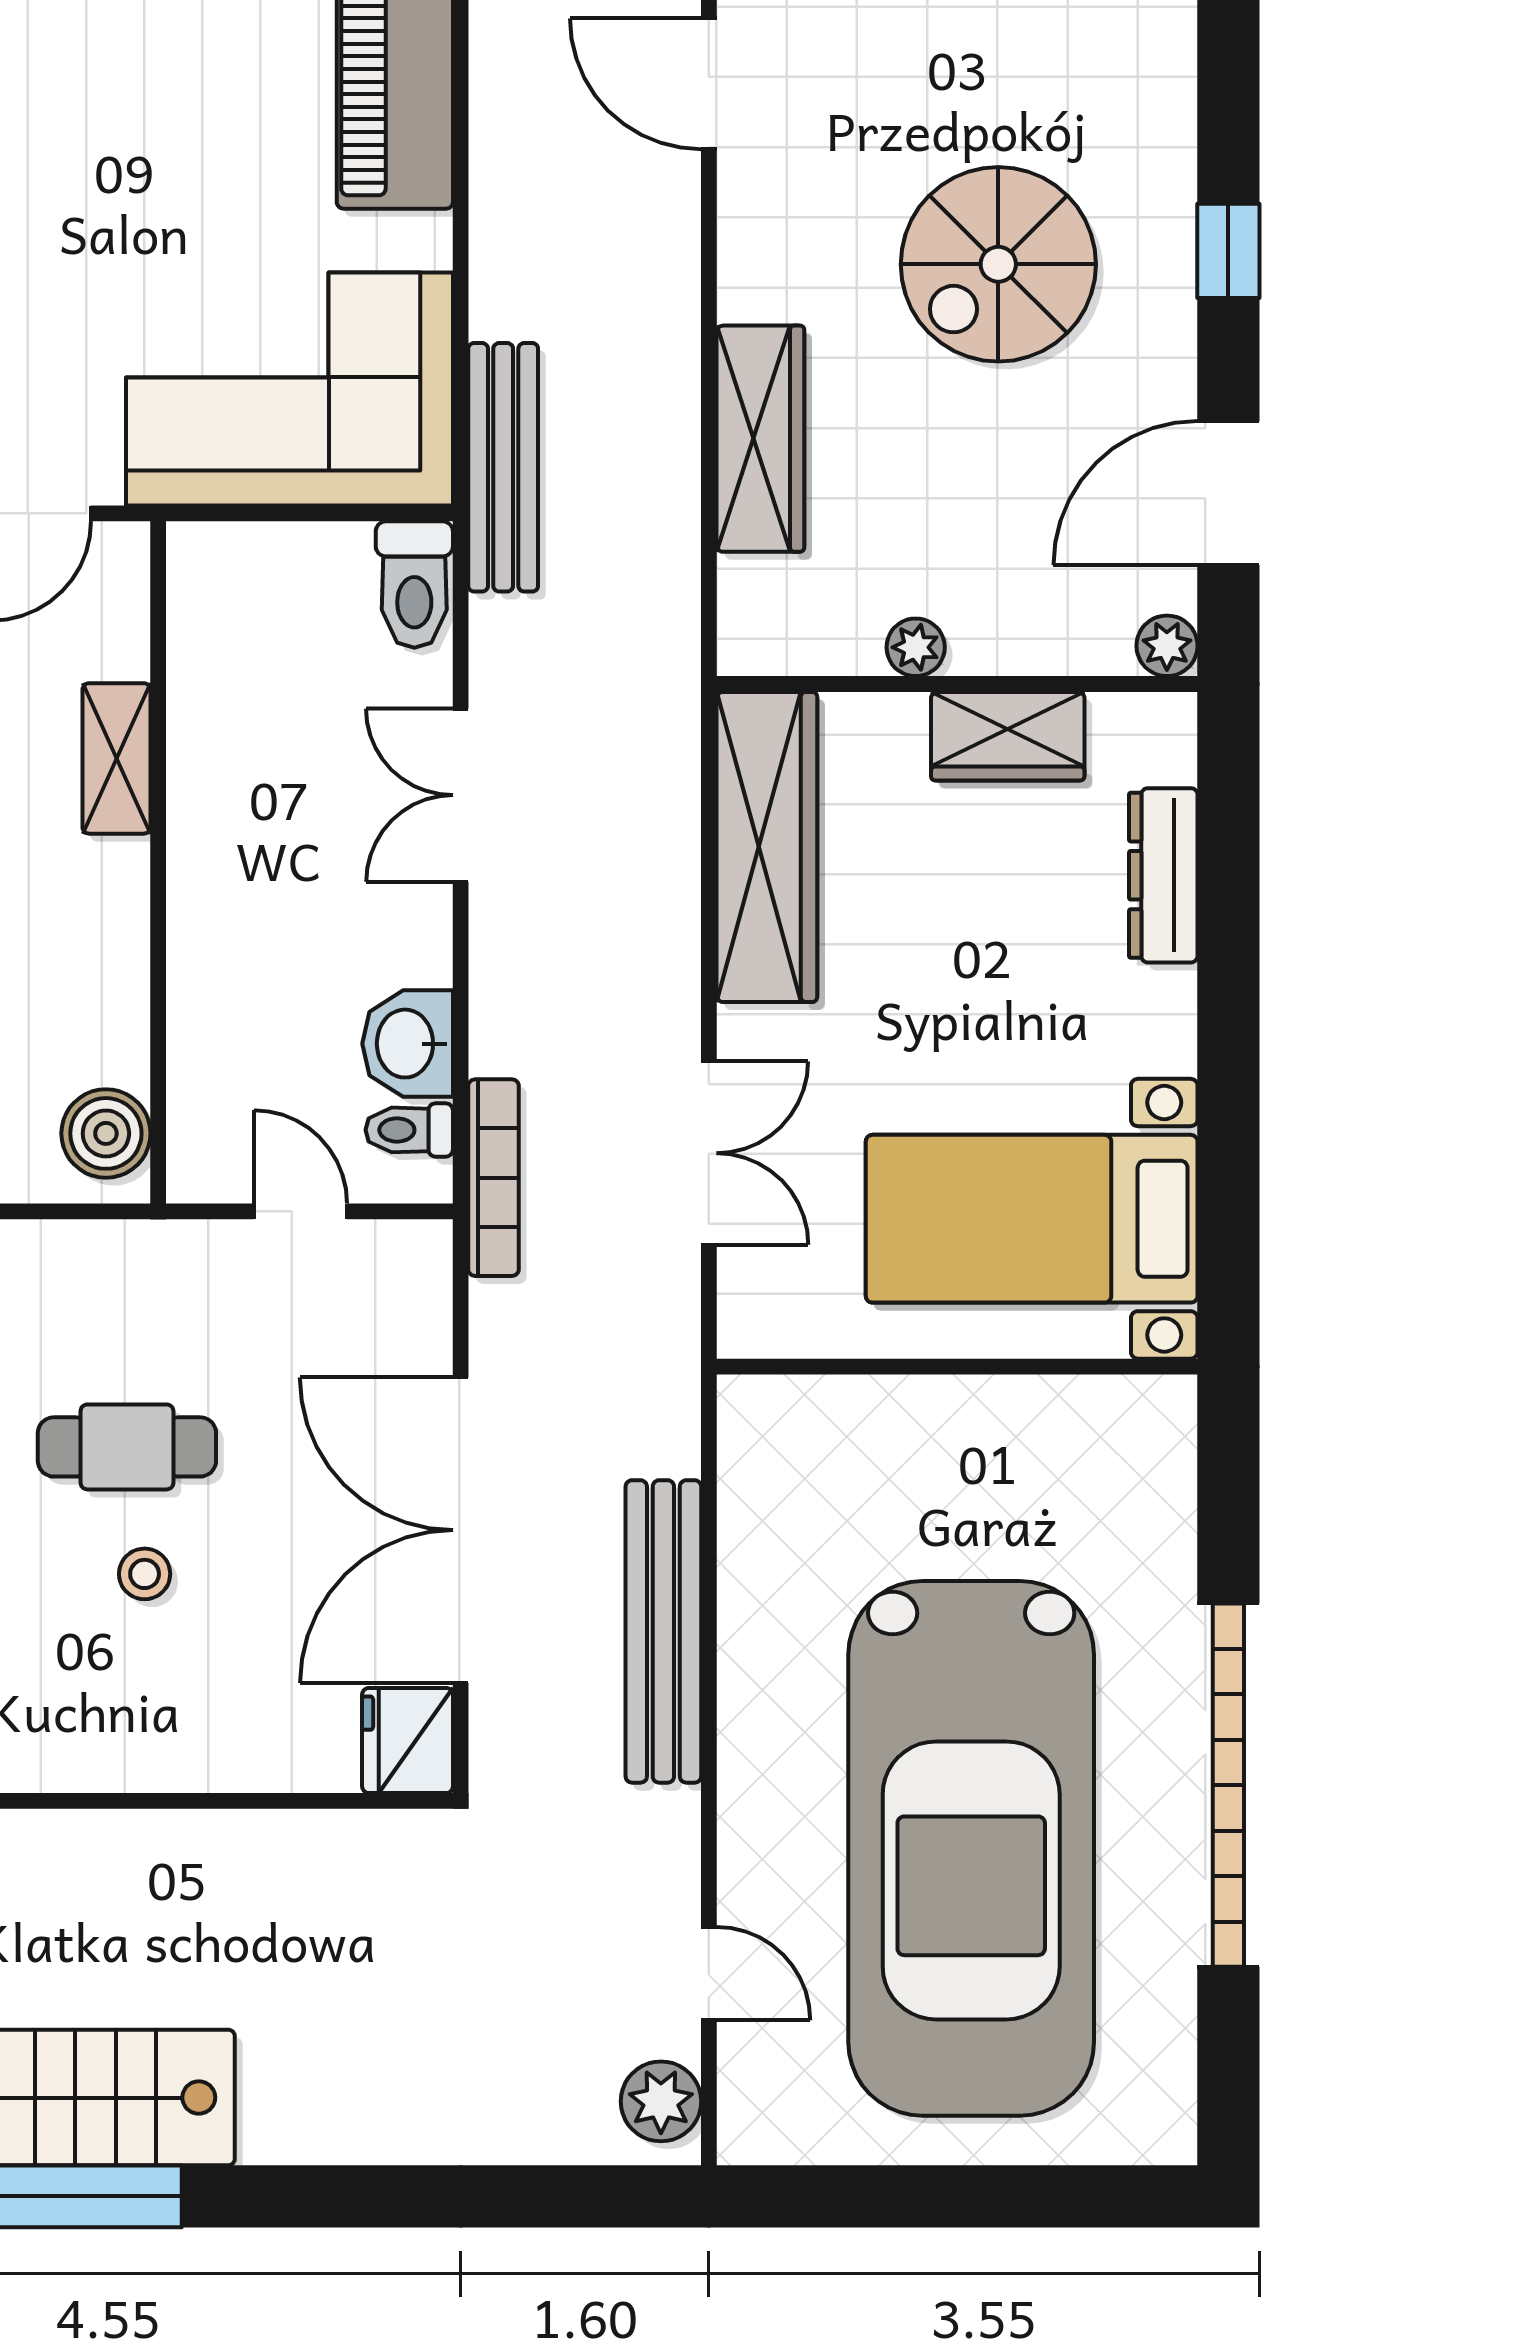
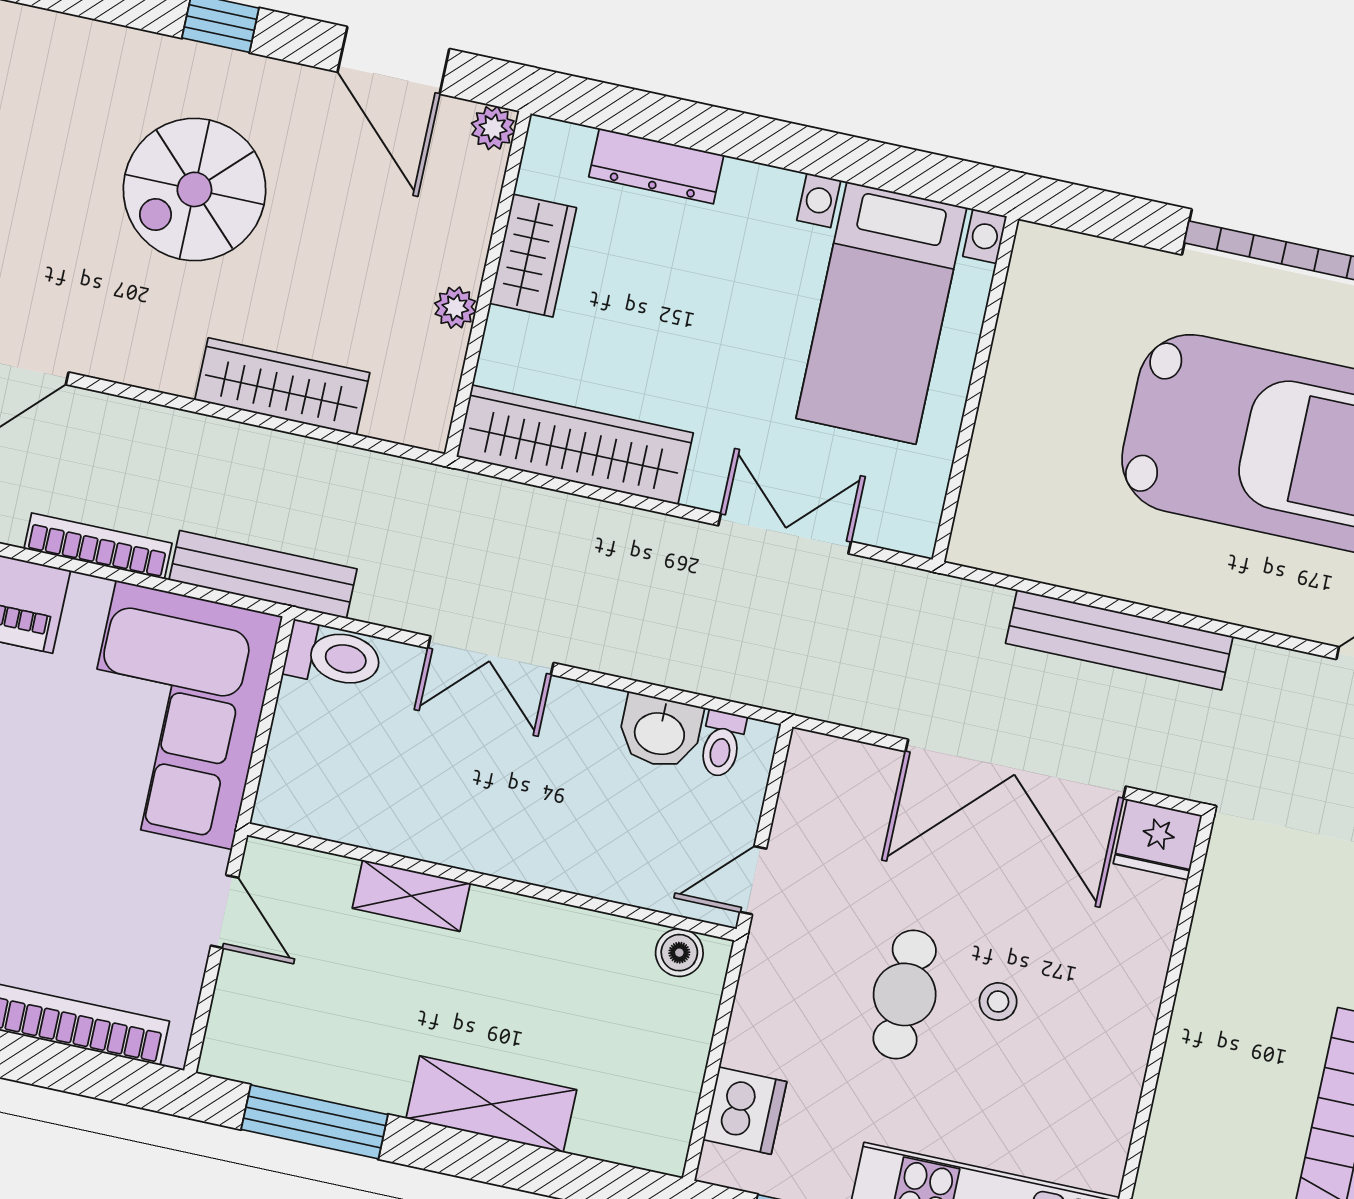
spiral stairs: (998, 264) -> (194, 189), turned 90
boiler: (106, 1133) -> (679, 953), width x0.73, depth x0.73
bookcase: (494, 1178) -> (98, 546), moved
door: (301, 1211) -> (753, 880), moved

